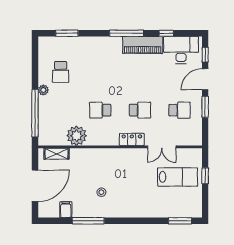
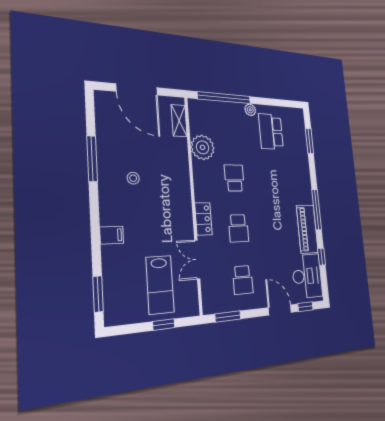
school desk: (61, 72) -> (271, 132), width x1.85
window: (205, 107) -> (228, 316), moved
filing cabinet: (66, 210) -> (112, 235), moved

